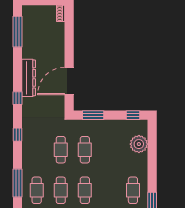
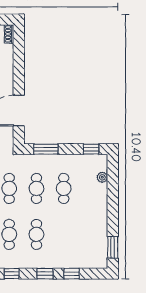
plant: (139, 144) -> (102, 177), width x0.53, depth x0.53
cafe table: (133, 190) -> (64, 188), moved

